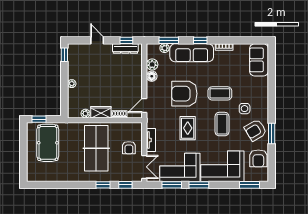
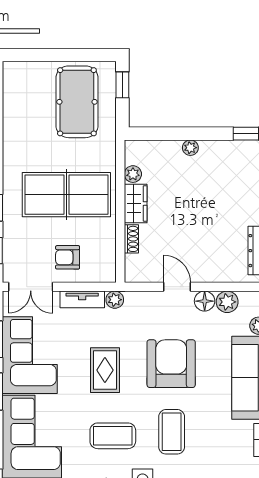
door: (144, 106) -> (177, 287), moved
plant: (151, 123) -> (115, 300), added
rug: (188, 128) -> (105, 370), turned 90
pool table: (48, 143) -> (77, 102), turned 90

